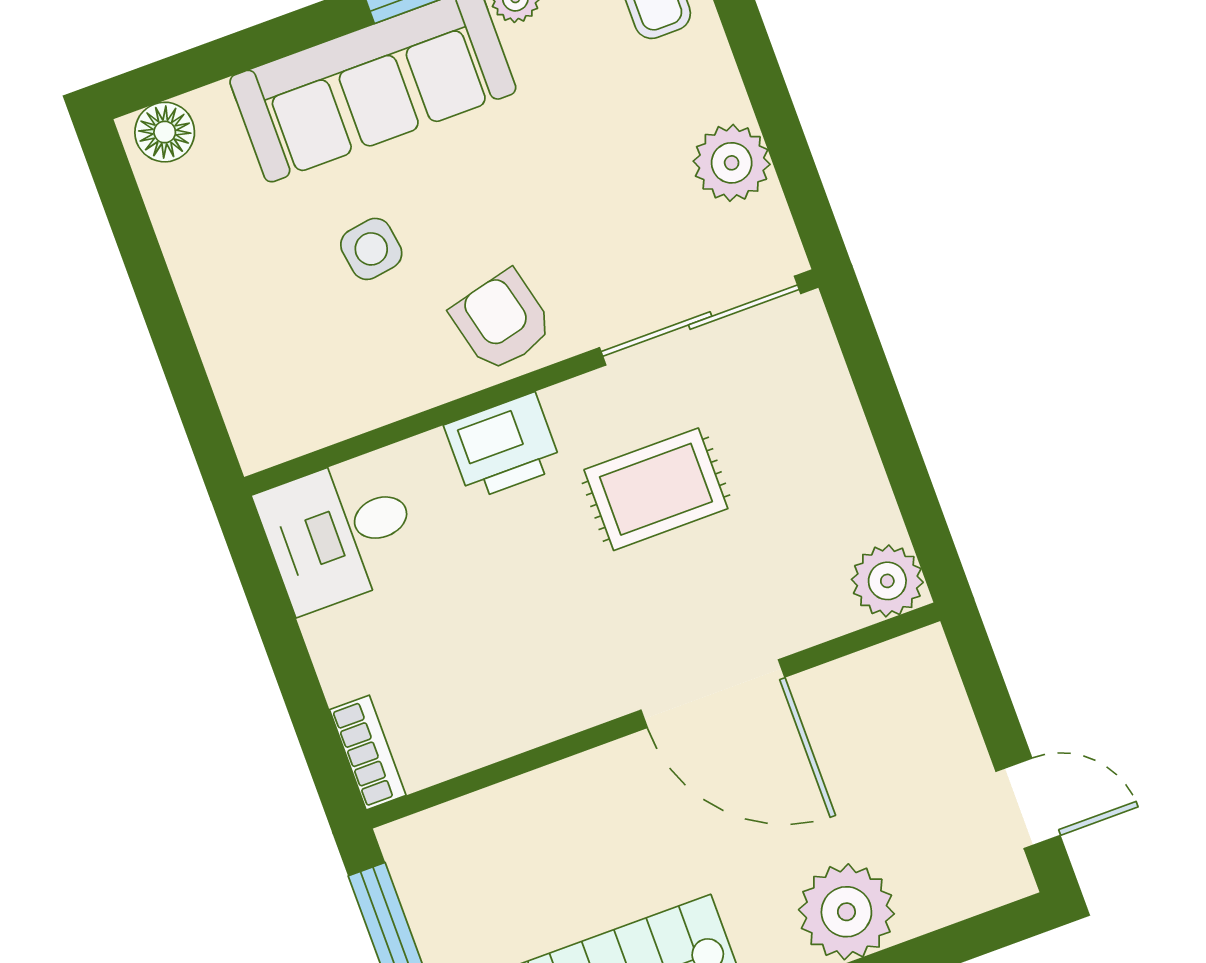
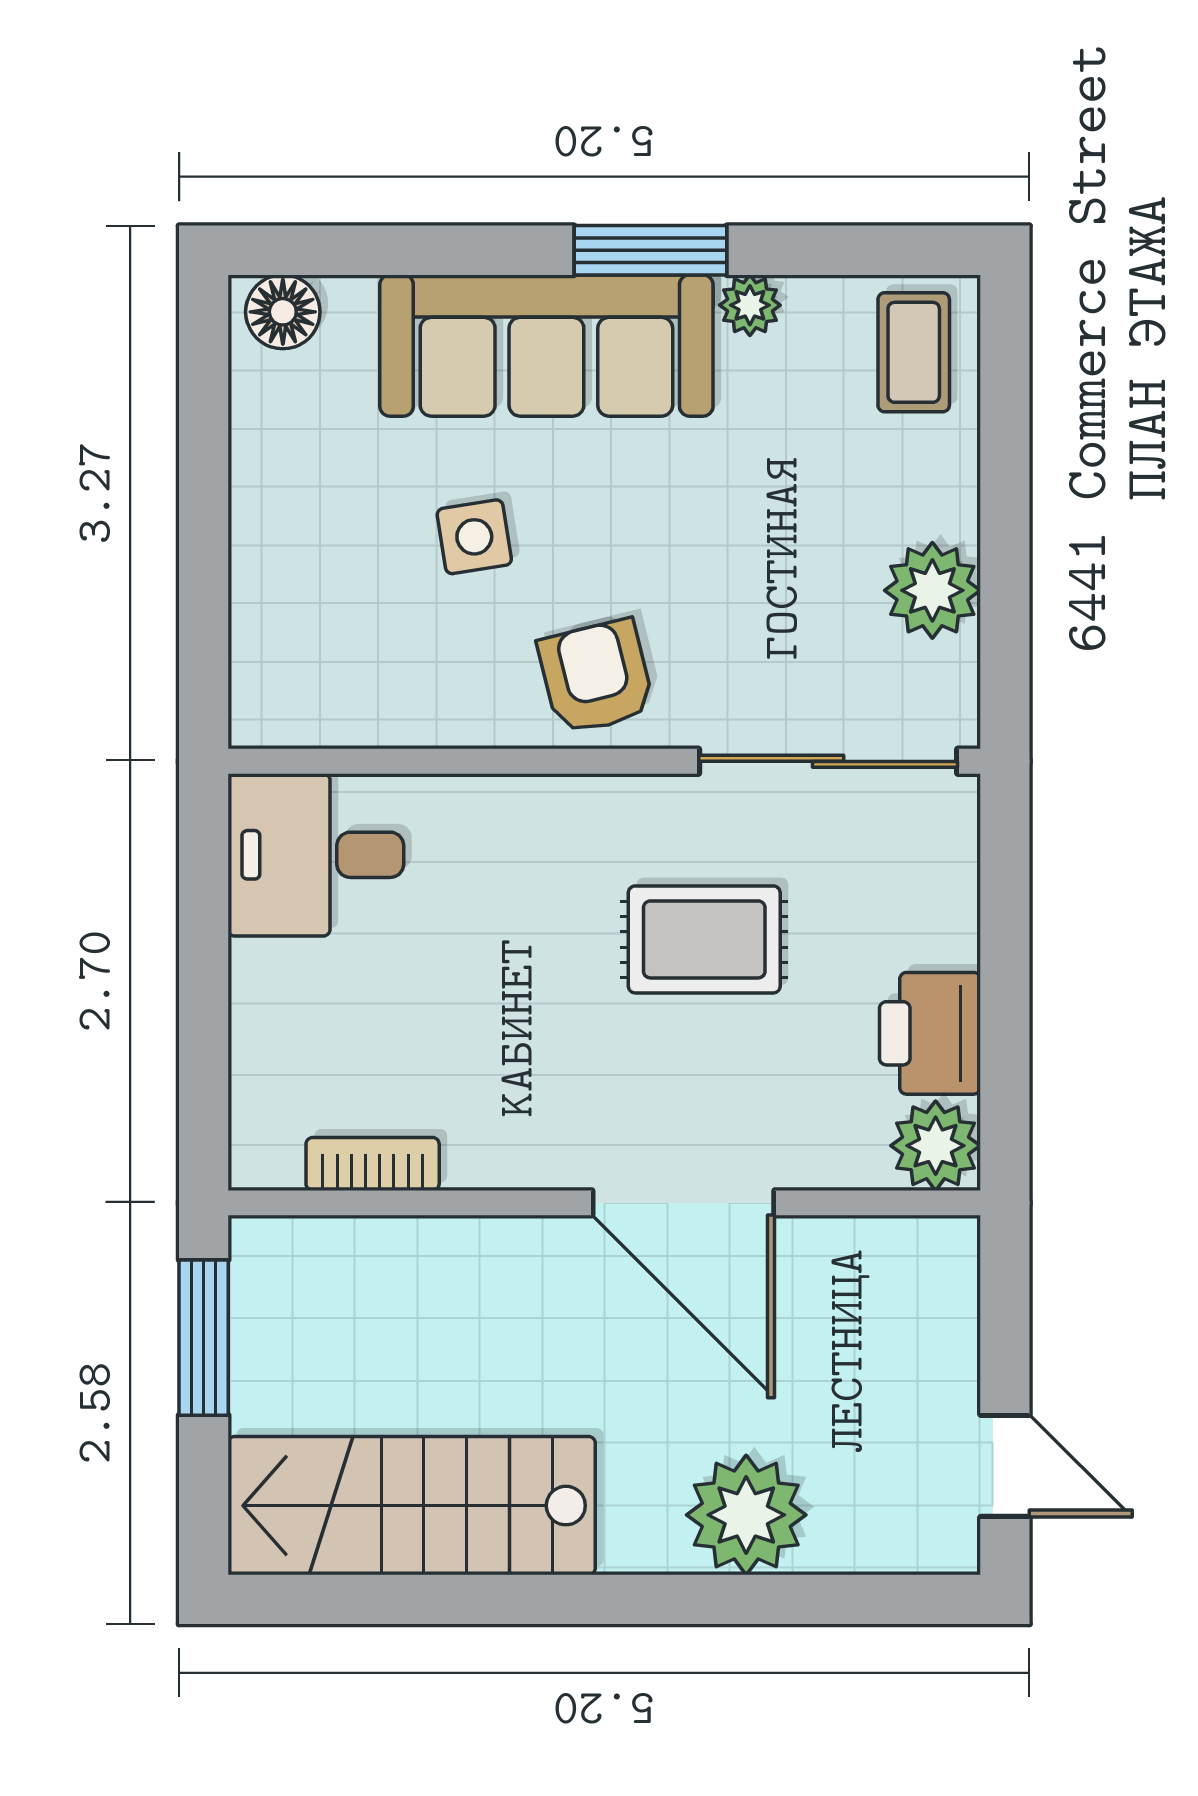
printer: (503, 446) -> (930, 1033), moved, turned 90
bookcase: (368, 753) -> (373, 1164), moved, turned -90

